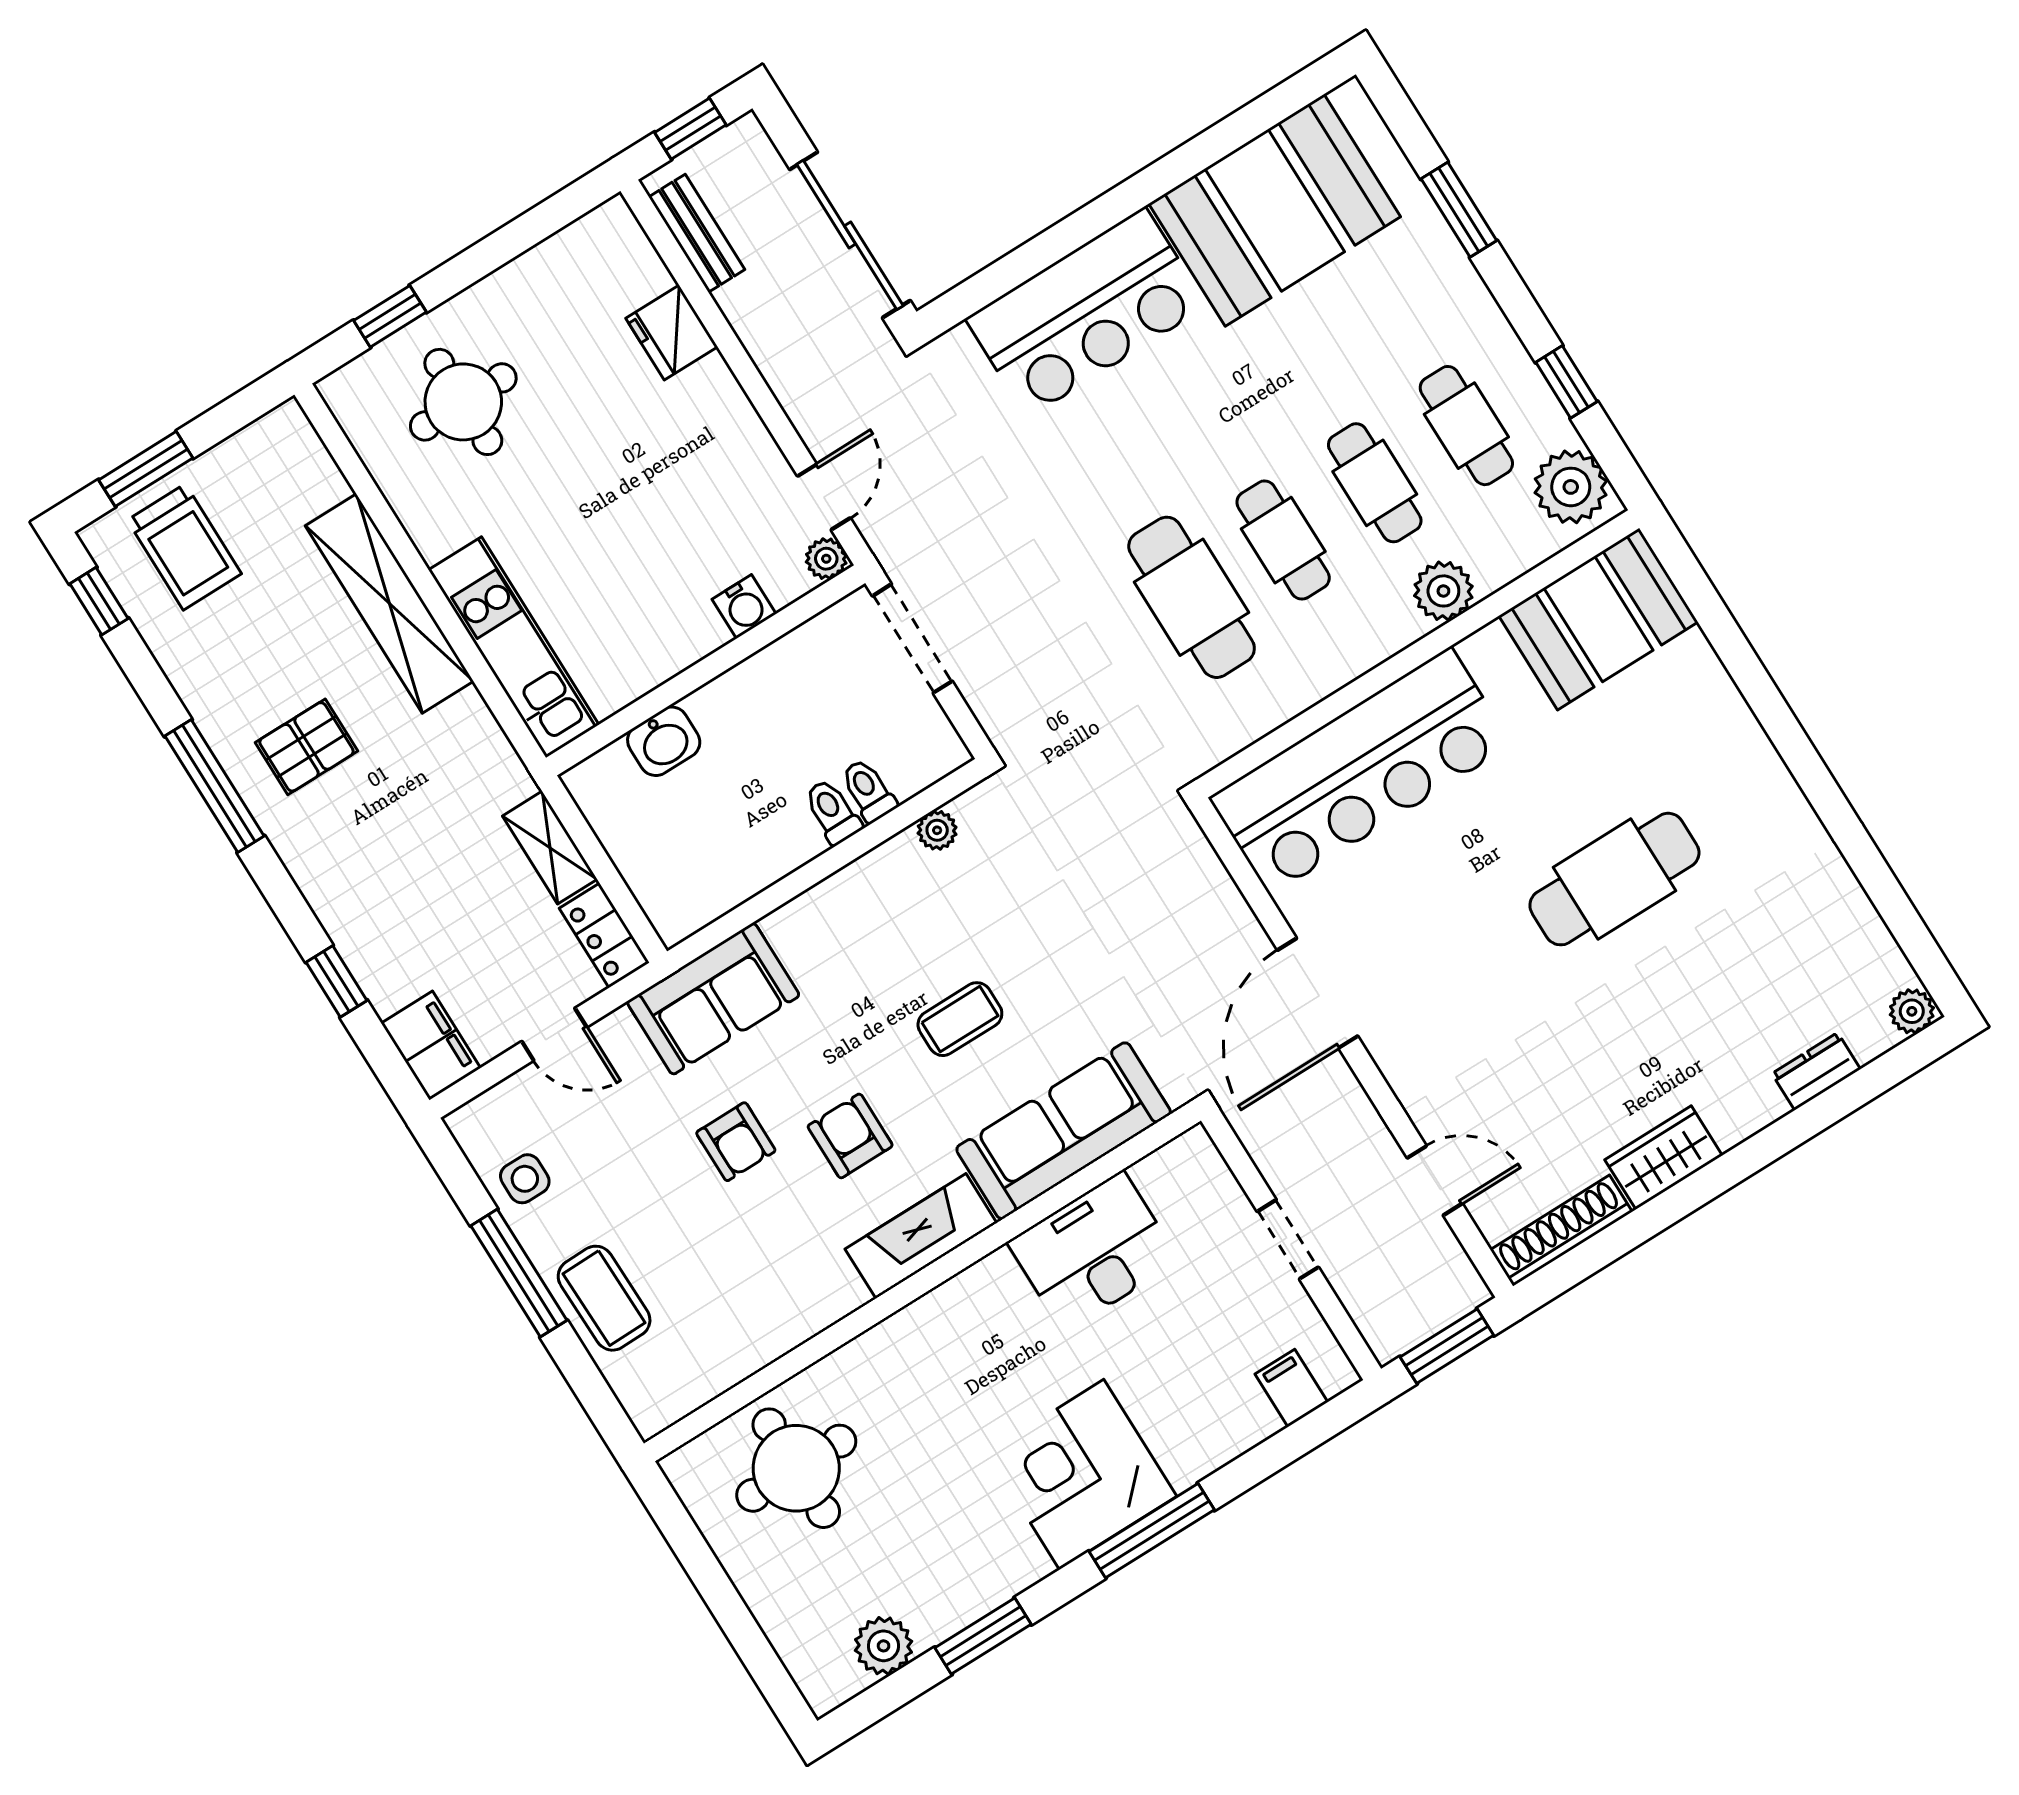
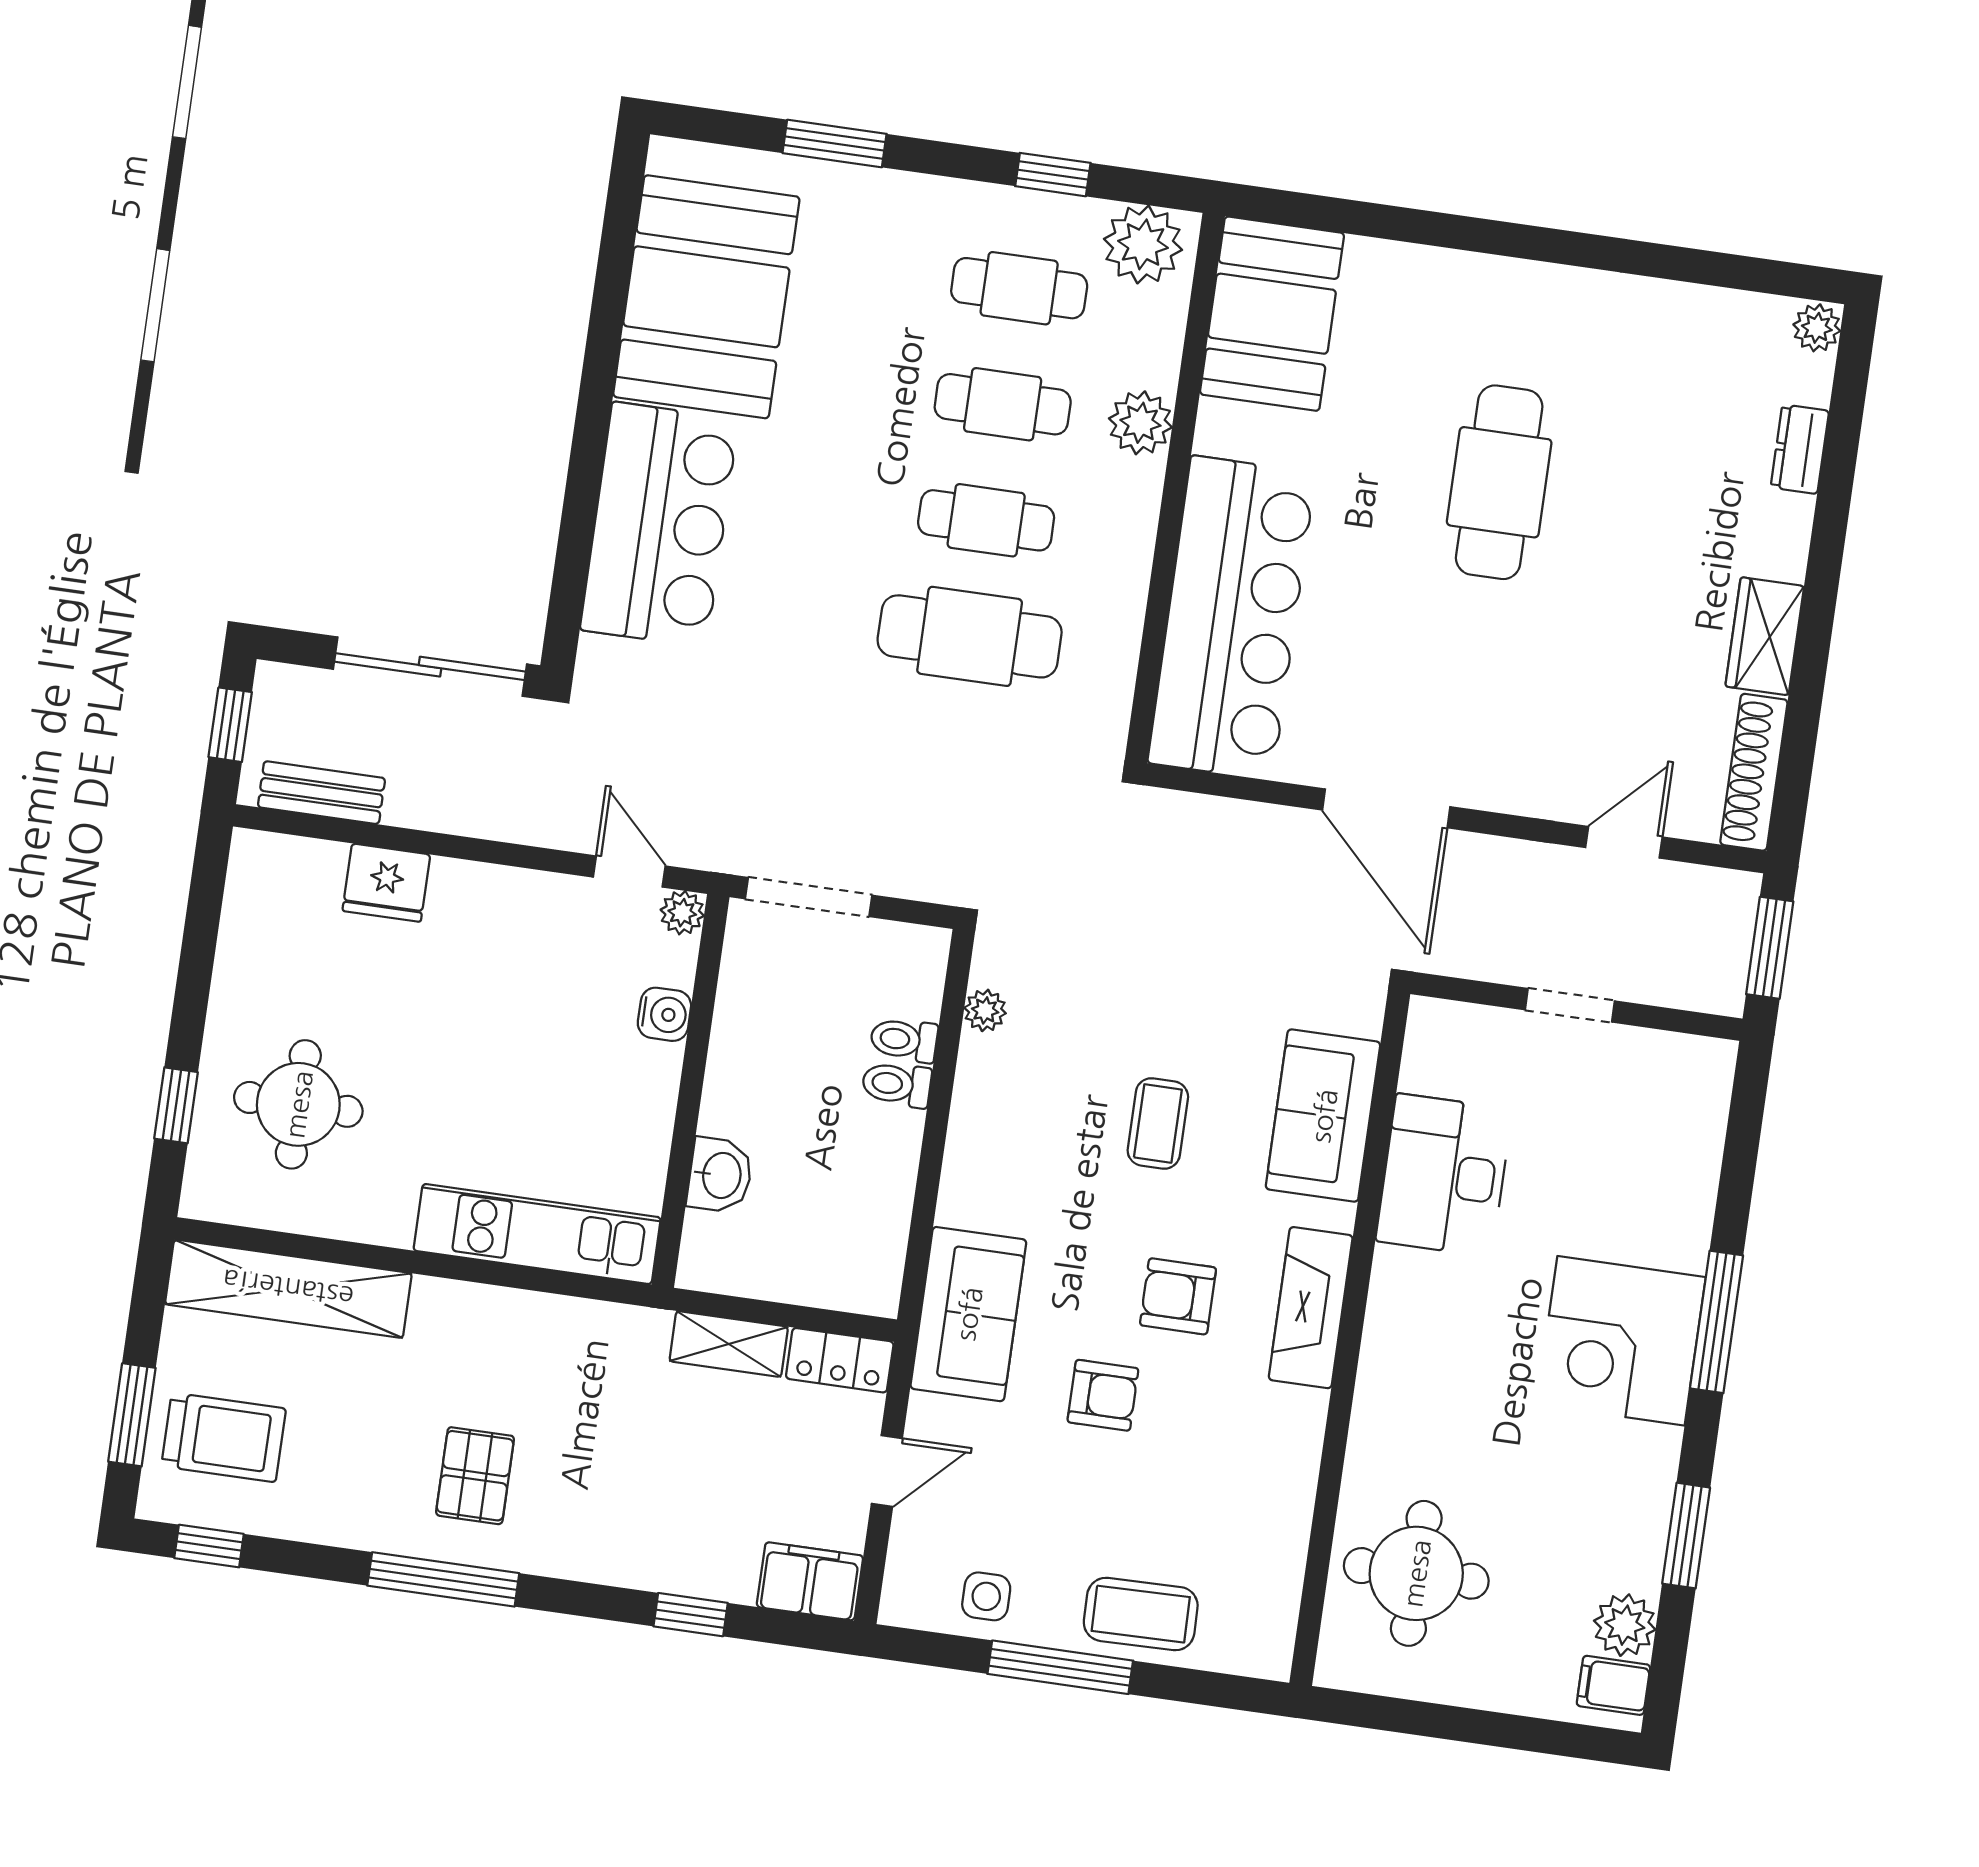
shelving: (389, 603) -> (288, 1289), moved
sofa: (1064, 1131) -> (1323, 1116), width x0.73
filing cabinet: (1291, 1388) -> (1613, 1685), moved

